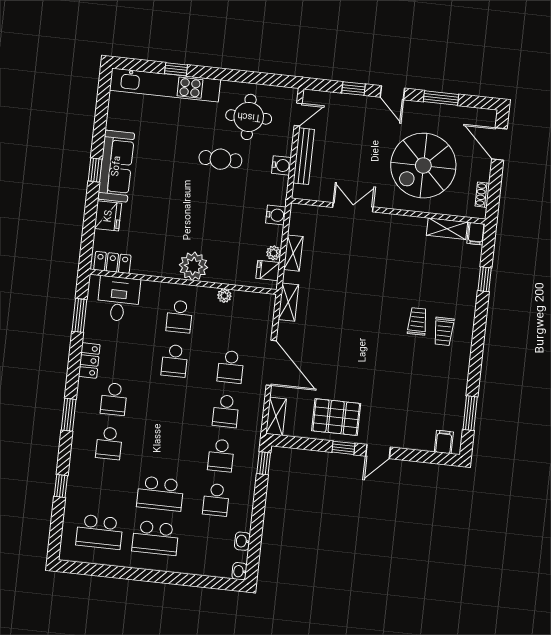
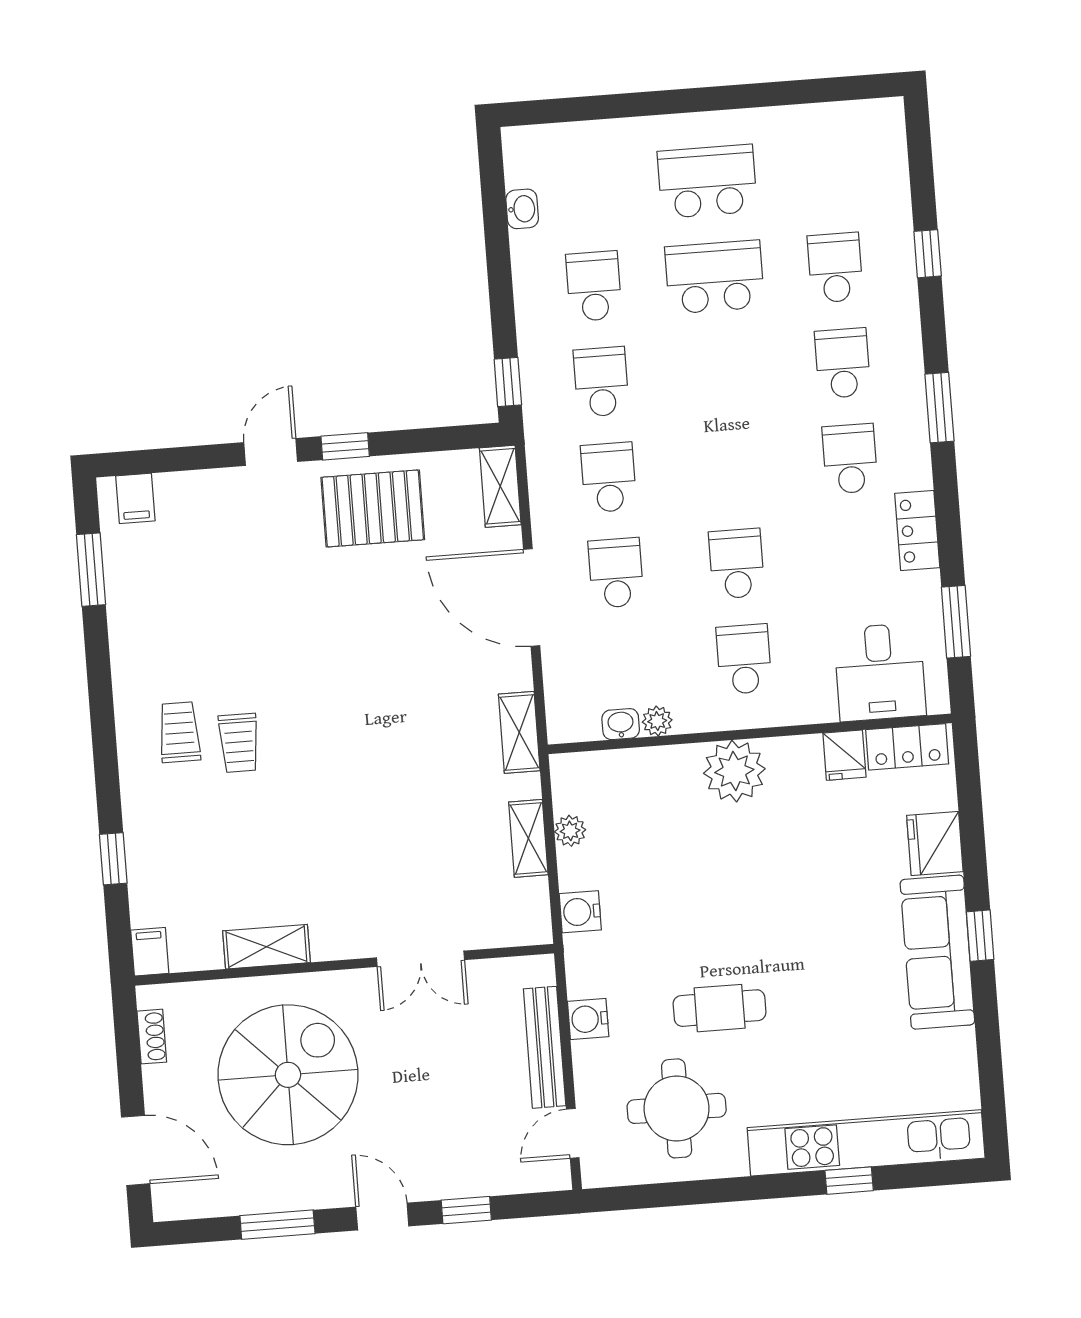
shelving: (447, 229) -> (266, 947), moved
fridge: (268, 270) -> (844, 755), moved, turned 90
school desk: (99, 532) -> (835, 268), moved, width x0.54
washbasin: (239, 571) -> (621, 724), moved, turned -90

